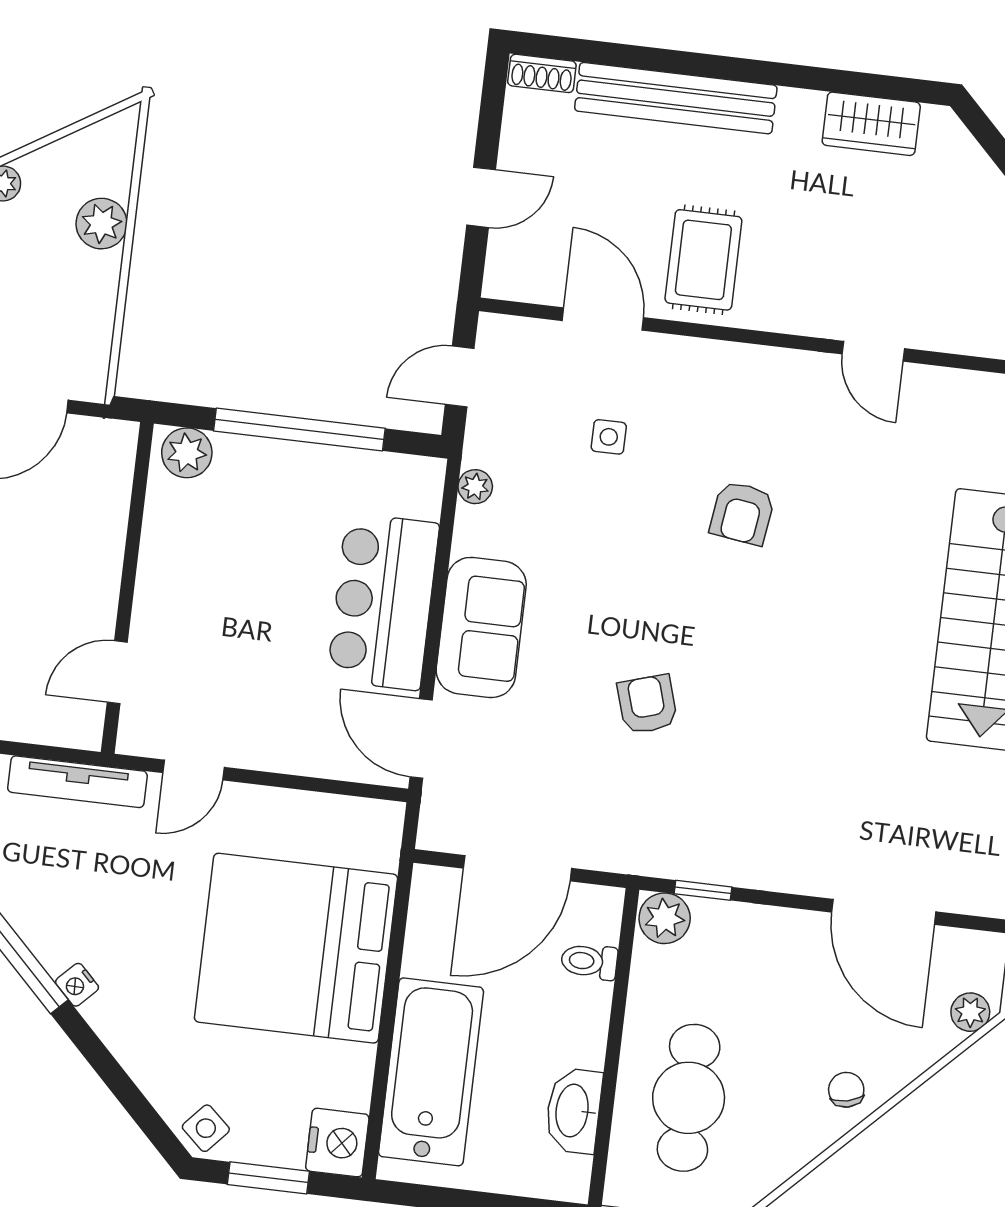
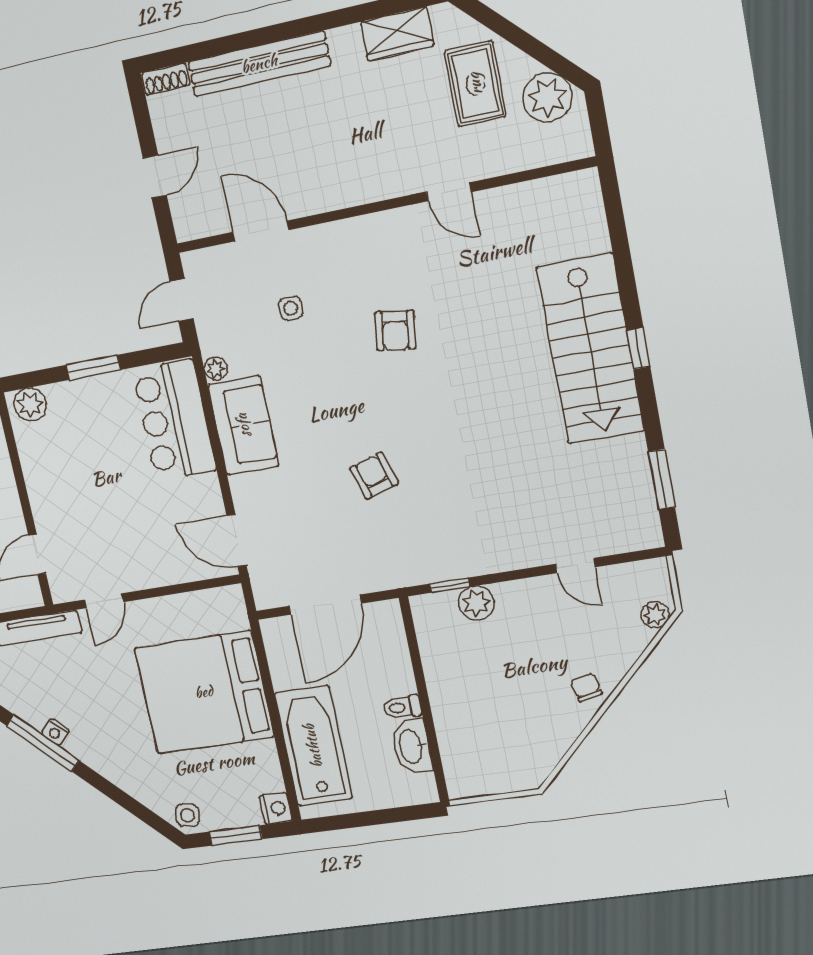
rug: (703, 260) -> (475, 84), moved
window: (299, 430) -> (93, 367), width x0.47
bar counter: (383, 602) -> (174, 420), moved
sofa: (481, 627) -> (243, 425), moved
door: (884, 912) -> (575, 565), width x0.53
plant: (665, 918) -> (476, 603), moved
toilet: (589, 961) -> (402, 707), moved
nightstand: (77, 985) -> (55, 732), moved
cafe table: (689, 1098) -> (483, 719), removed
side table: (206, 1128) -> (188, 815), turned -32
nightstand: (337, 1143) -> (276, 808), width x0.74, depth x0.75

